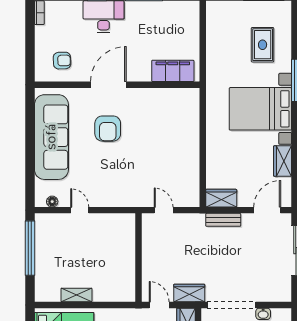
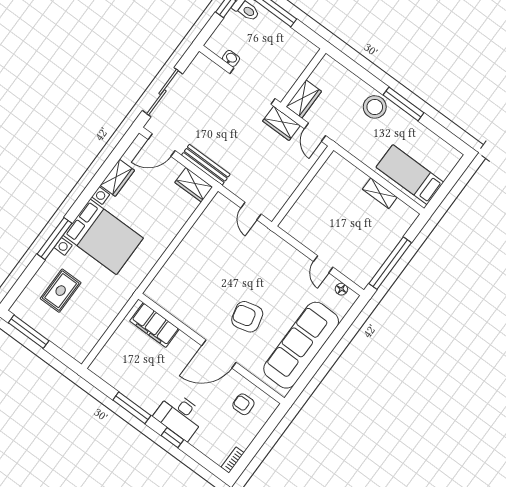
armchair: (108, 129) -> (247, 317), turned -104
bench: (223, 220) -> (206, 165), width x1.36

